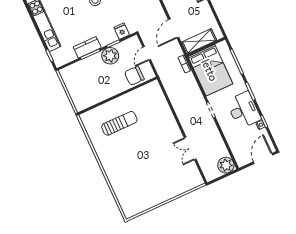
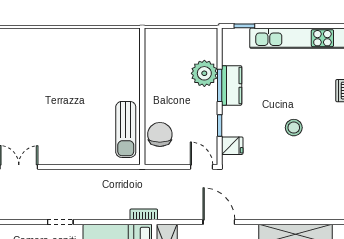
door: (174, 28) -> (219, 222), moved
door: (147, 53) -> (202, 167), moved
plant: (110, 56) -> (204, 73), moved
sun lounger: (119, 123) -> (126, 129), moved

